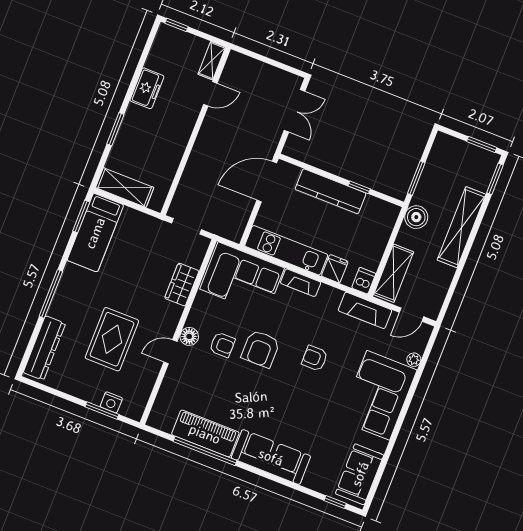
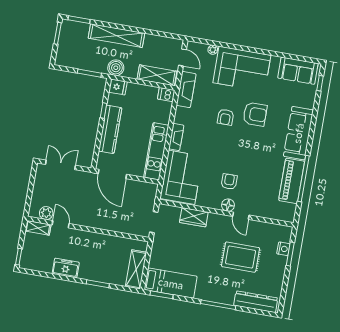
plant: (230, 76) -> (46, 213), added
fridge: (335, 269) -> (118, 87), moved, turned 180
armchair: (261, 349) -> (255, 114), moved

